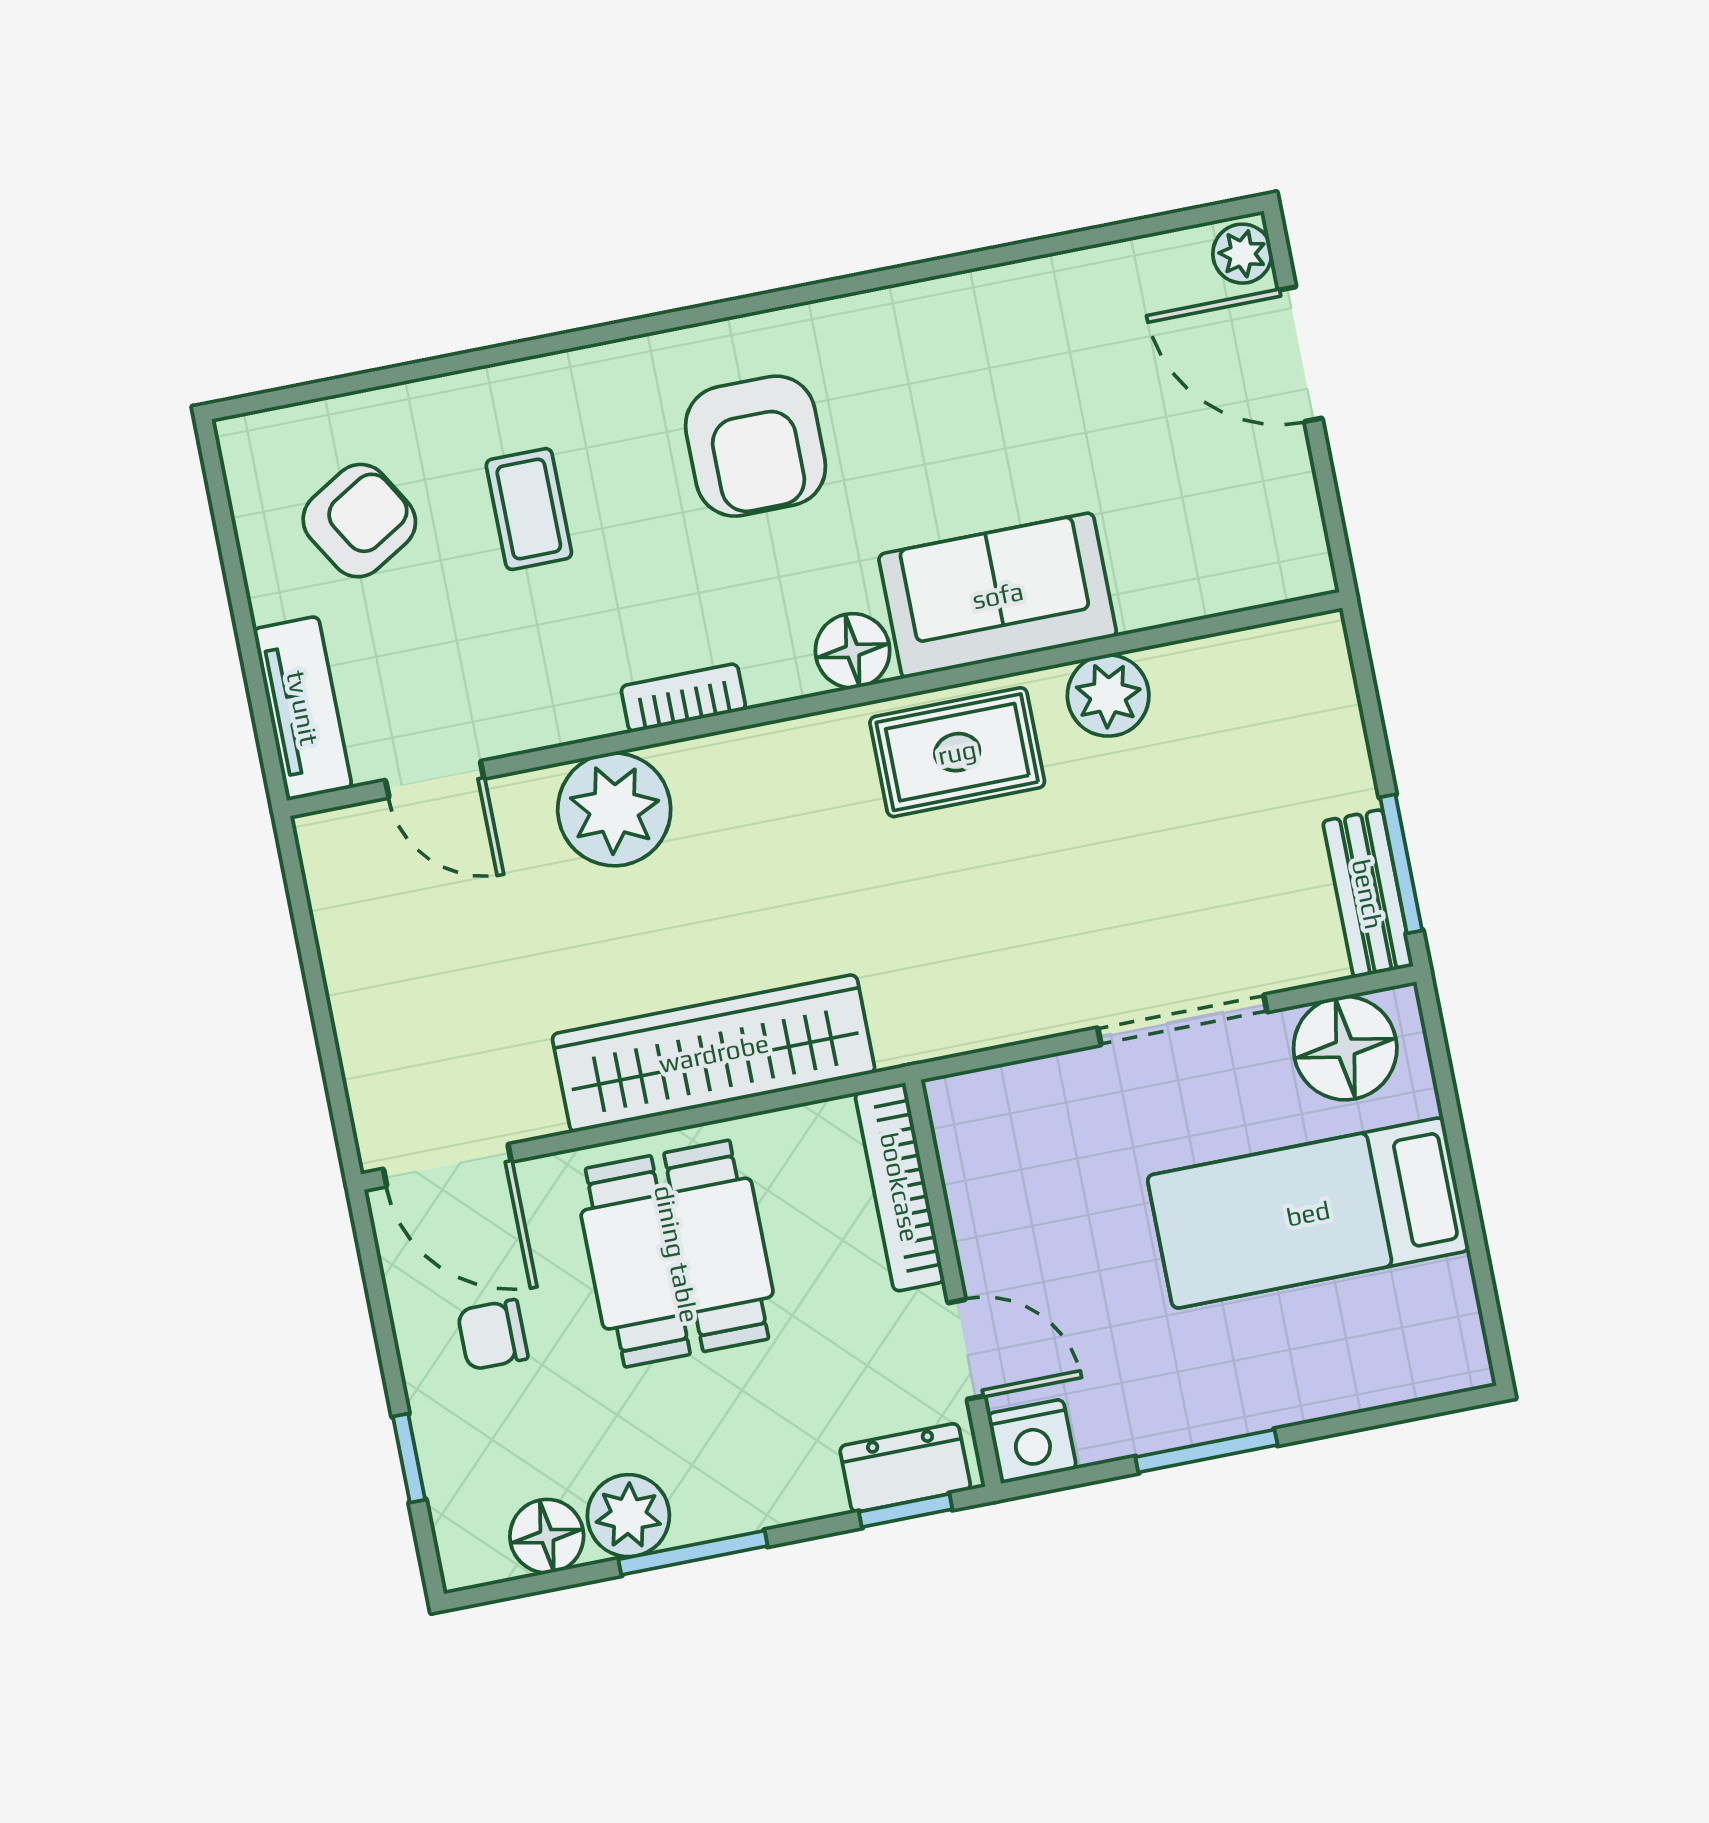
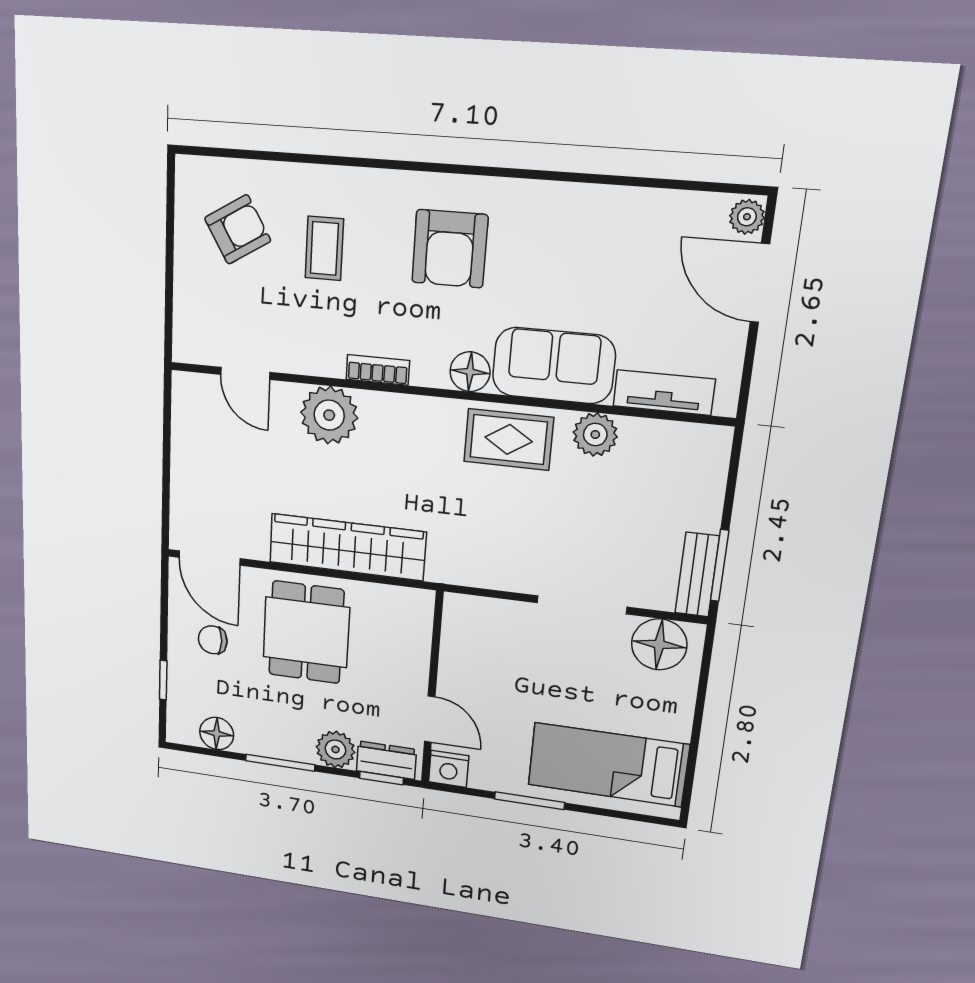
tv unit: (303, 708) -> (664, 393), moved, turned -90
bookcase: (900, 1187) -> (419, 637), removed
bed: (1308, 1213) -> (608, 765), moved
plant: (628, 1516) -> (335, 749), moved

